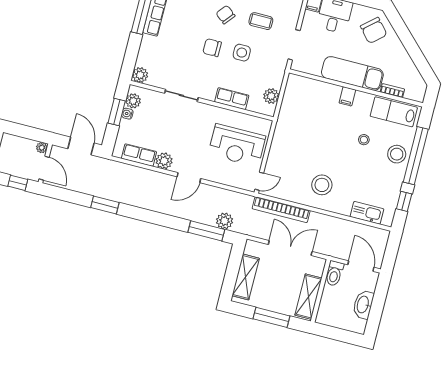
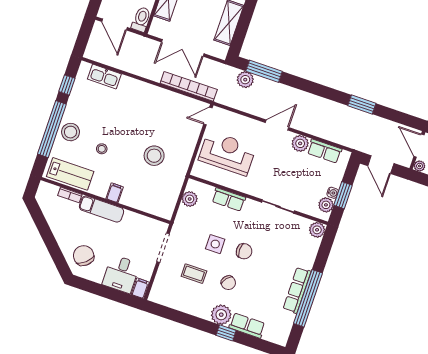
exam couch: (352, 73) -> (102, 209), width x0.73, depth x0.69
stool: (322, 185) -> (154, 156), moved

